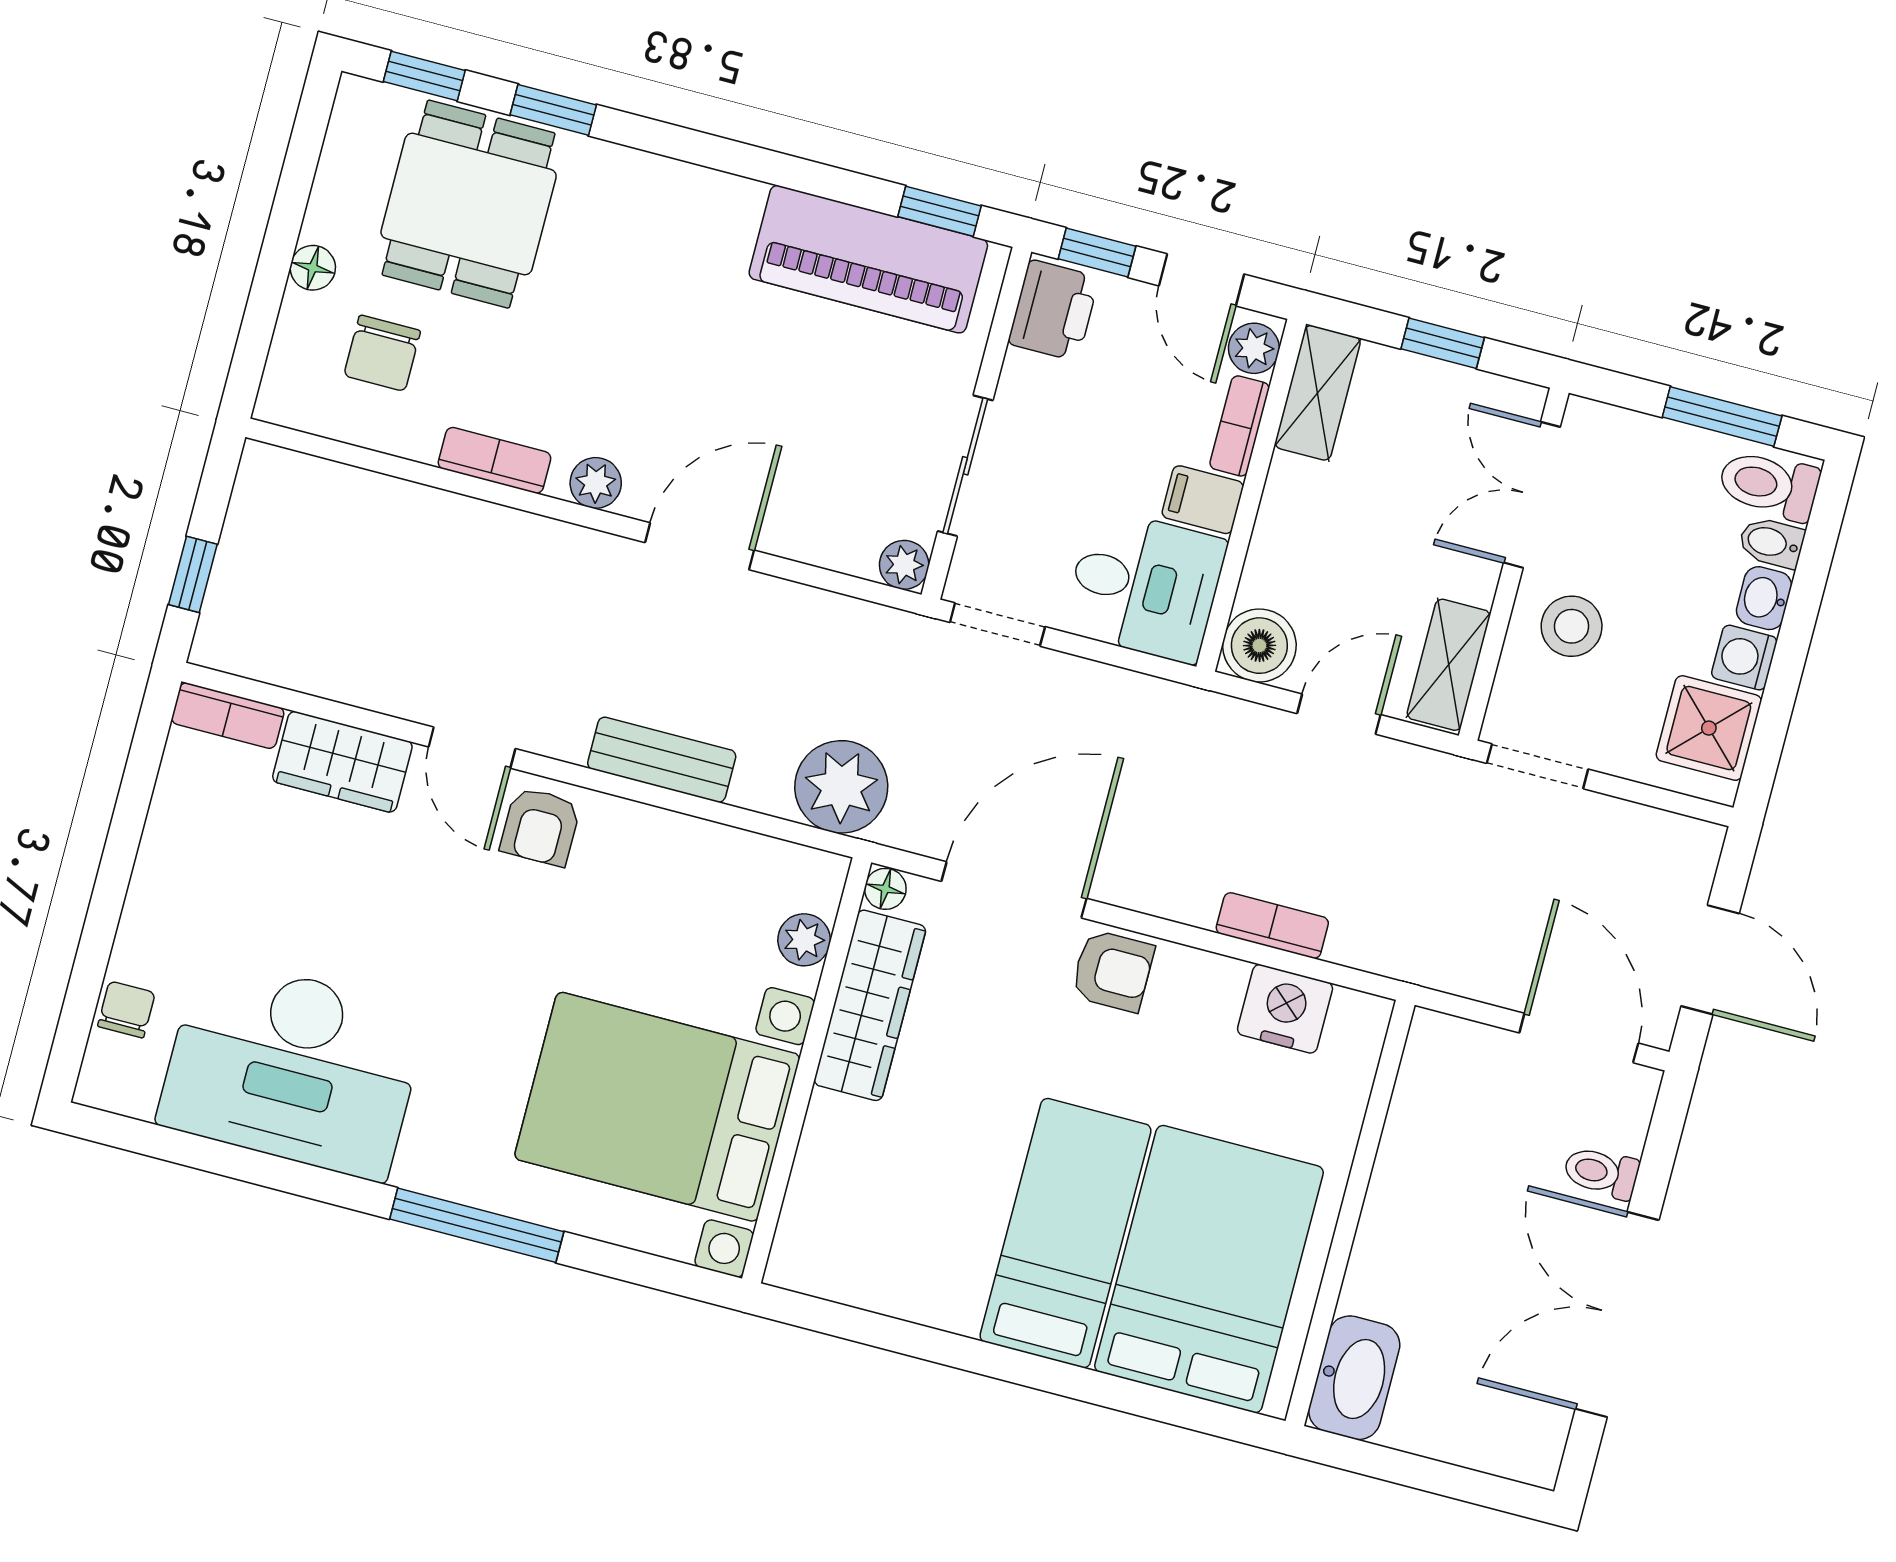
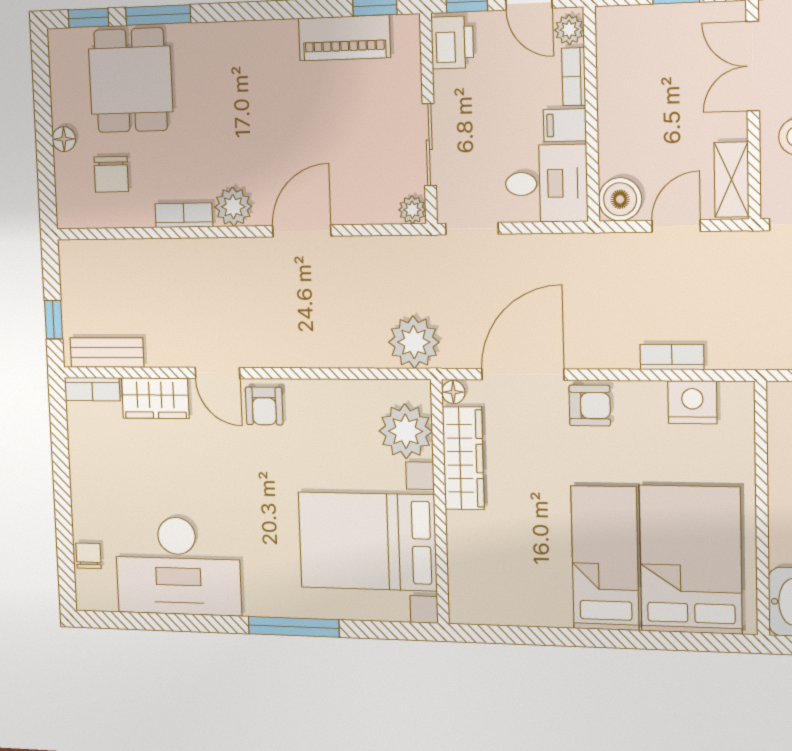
window: (553, 110) -> (158, 15), width x1.50
piano: (868, 259) -> (344, 38), width x0.73, depth x0.75
shelving: (1318, 393) -> (612, 44), removed
plant: (596, 483) -> (233, 207), width x1.38, depth x1.38
bench: (662, 760) -> (107, 352), moved
plant: (804, 940) -> (406, 431), width x1.87, depth x1.87

